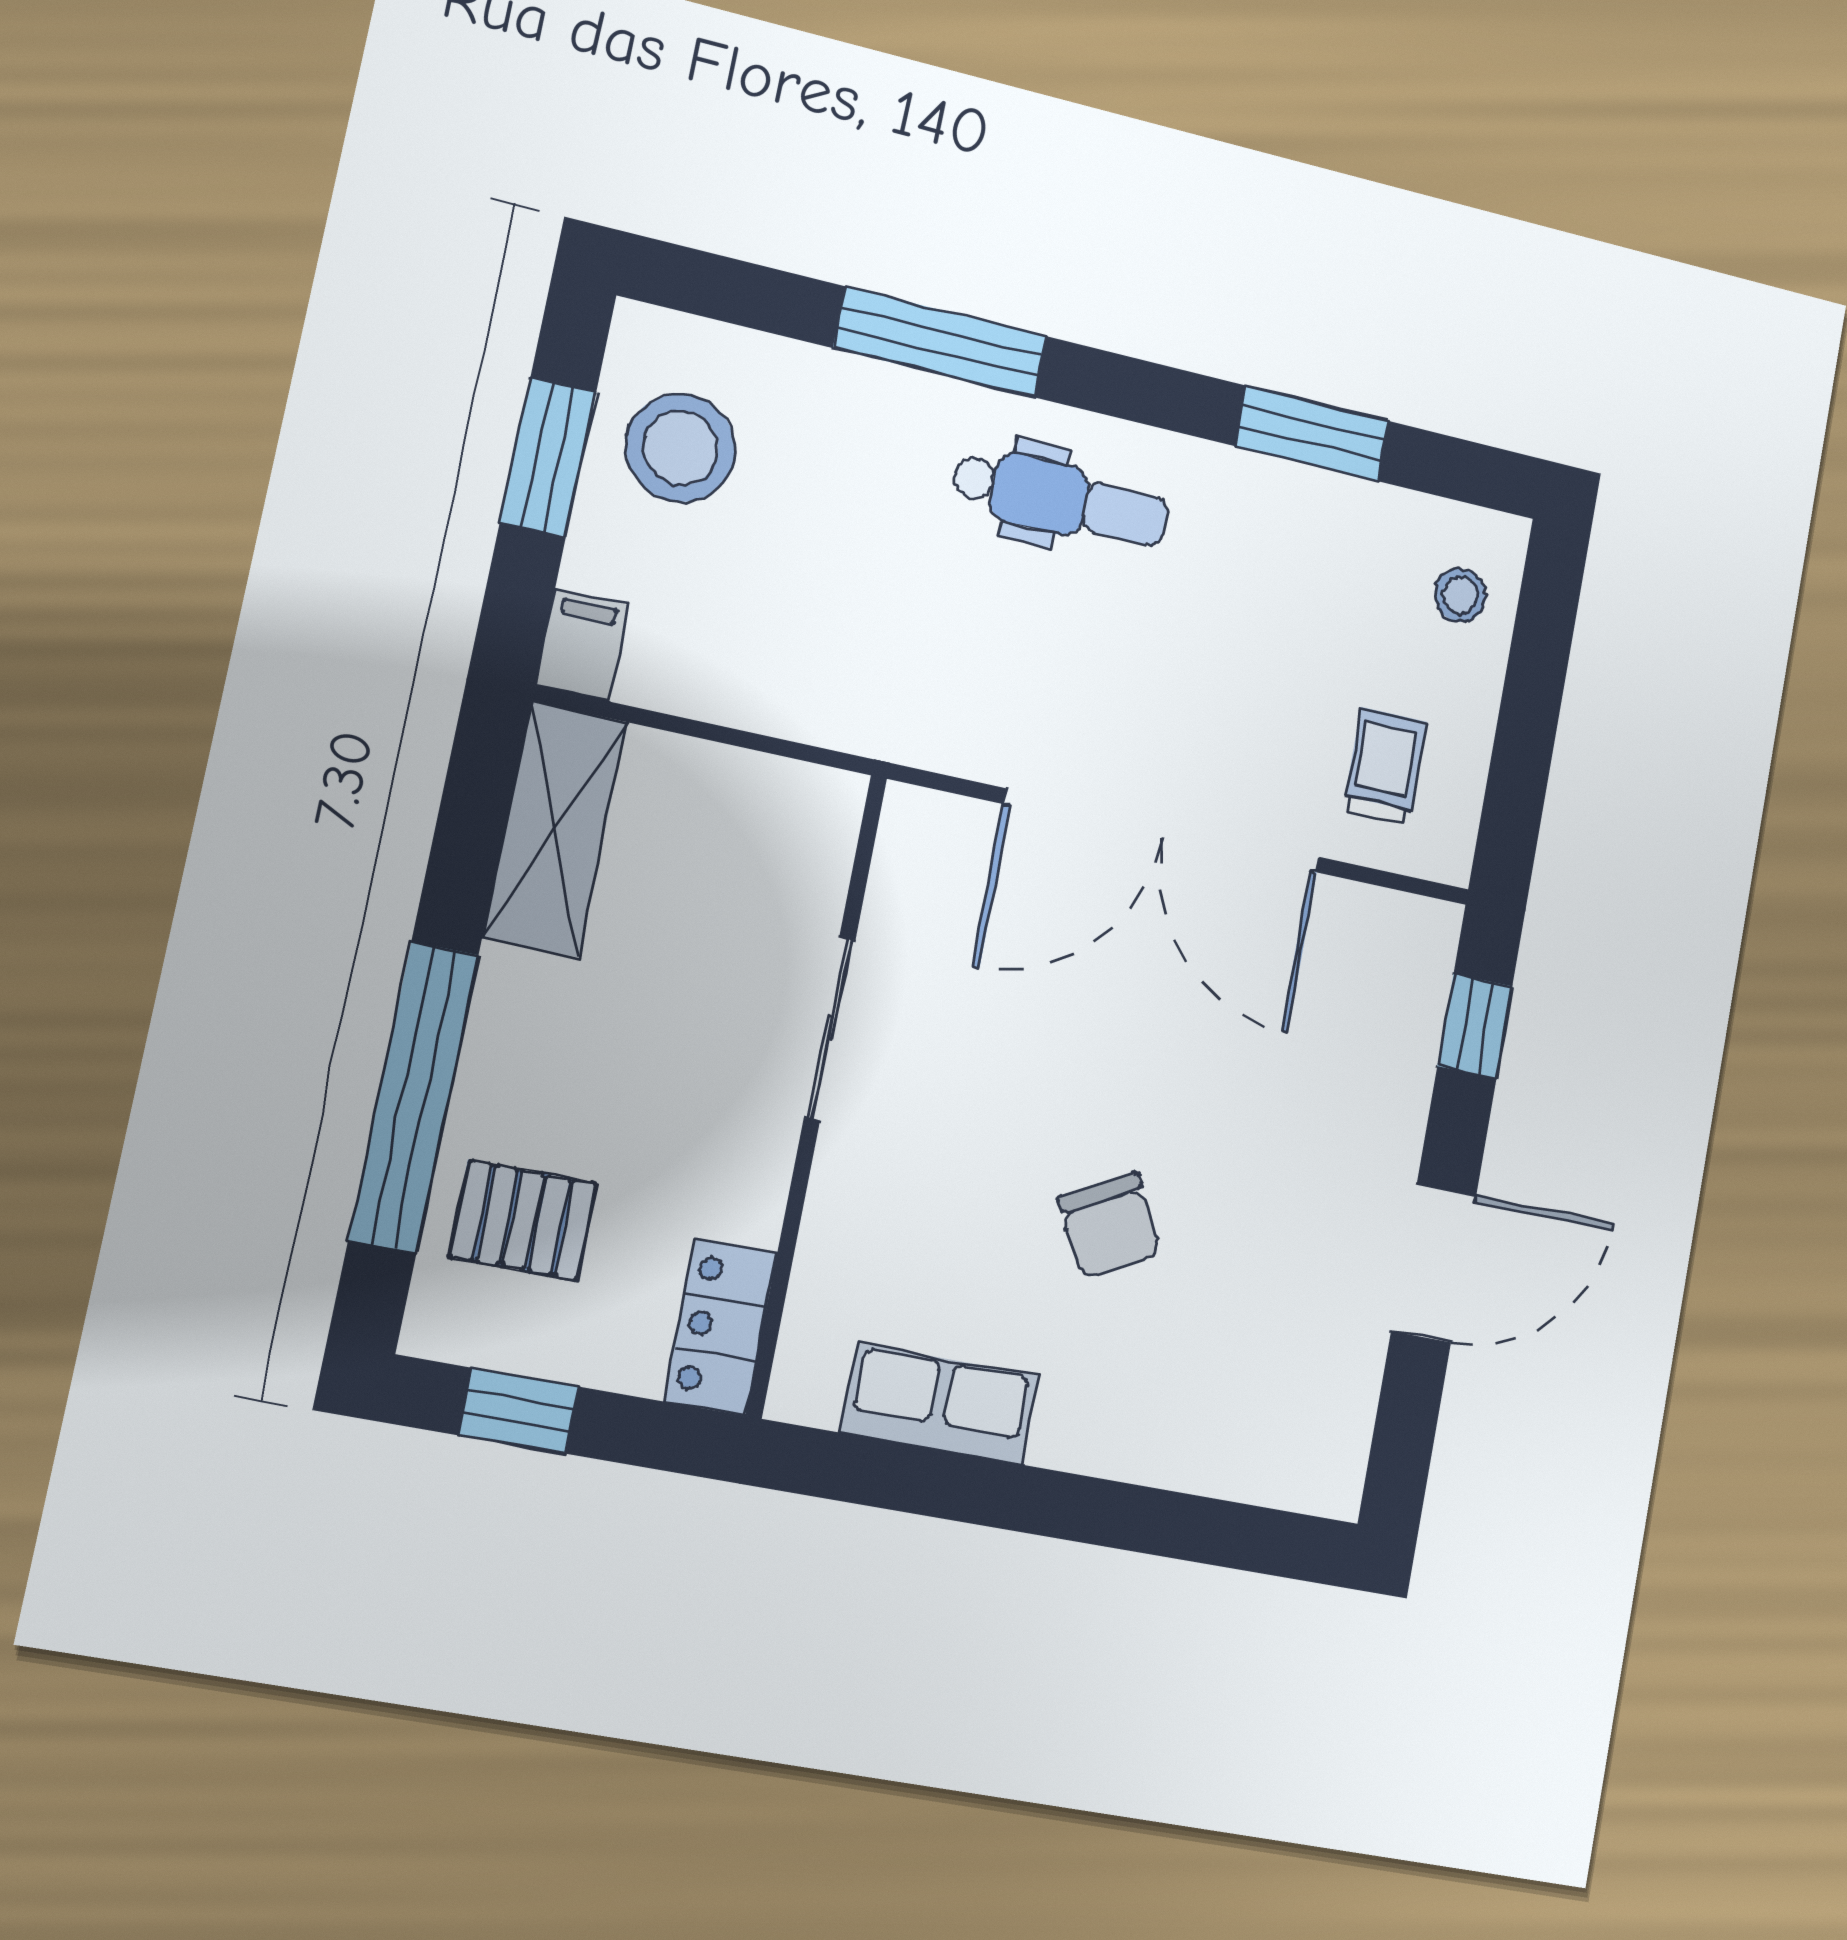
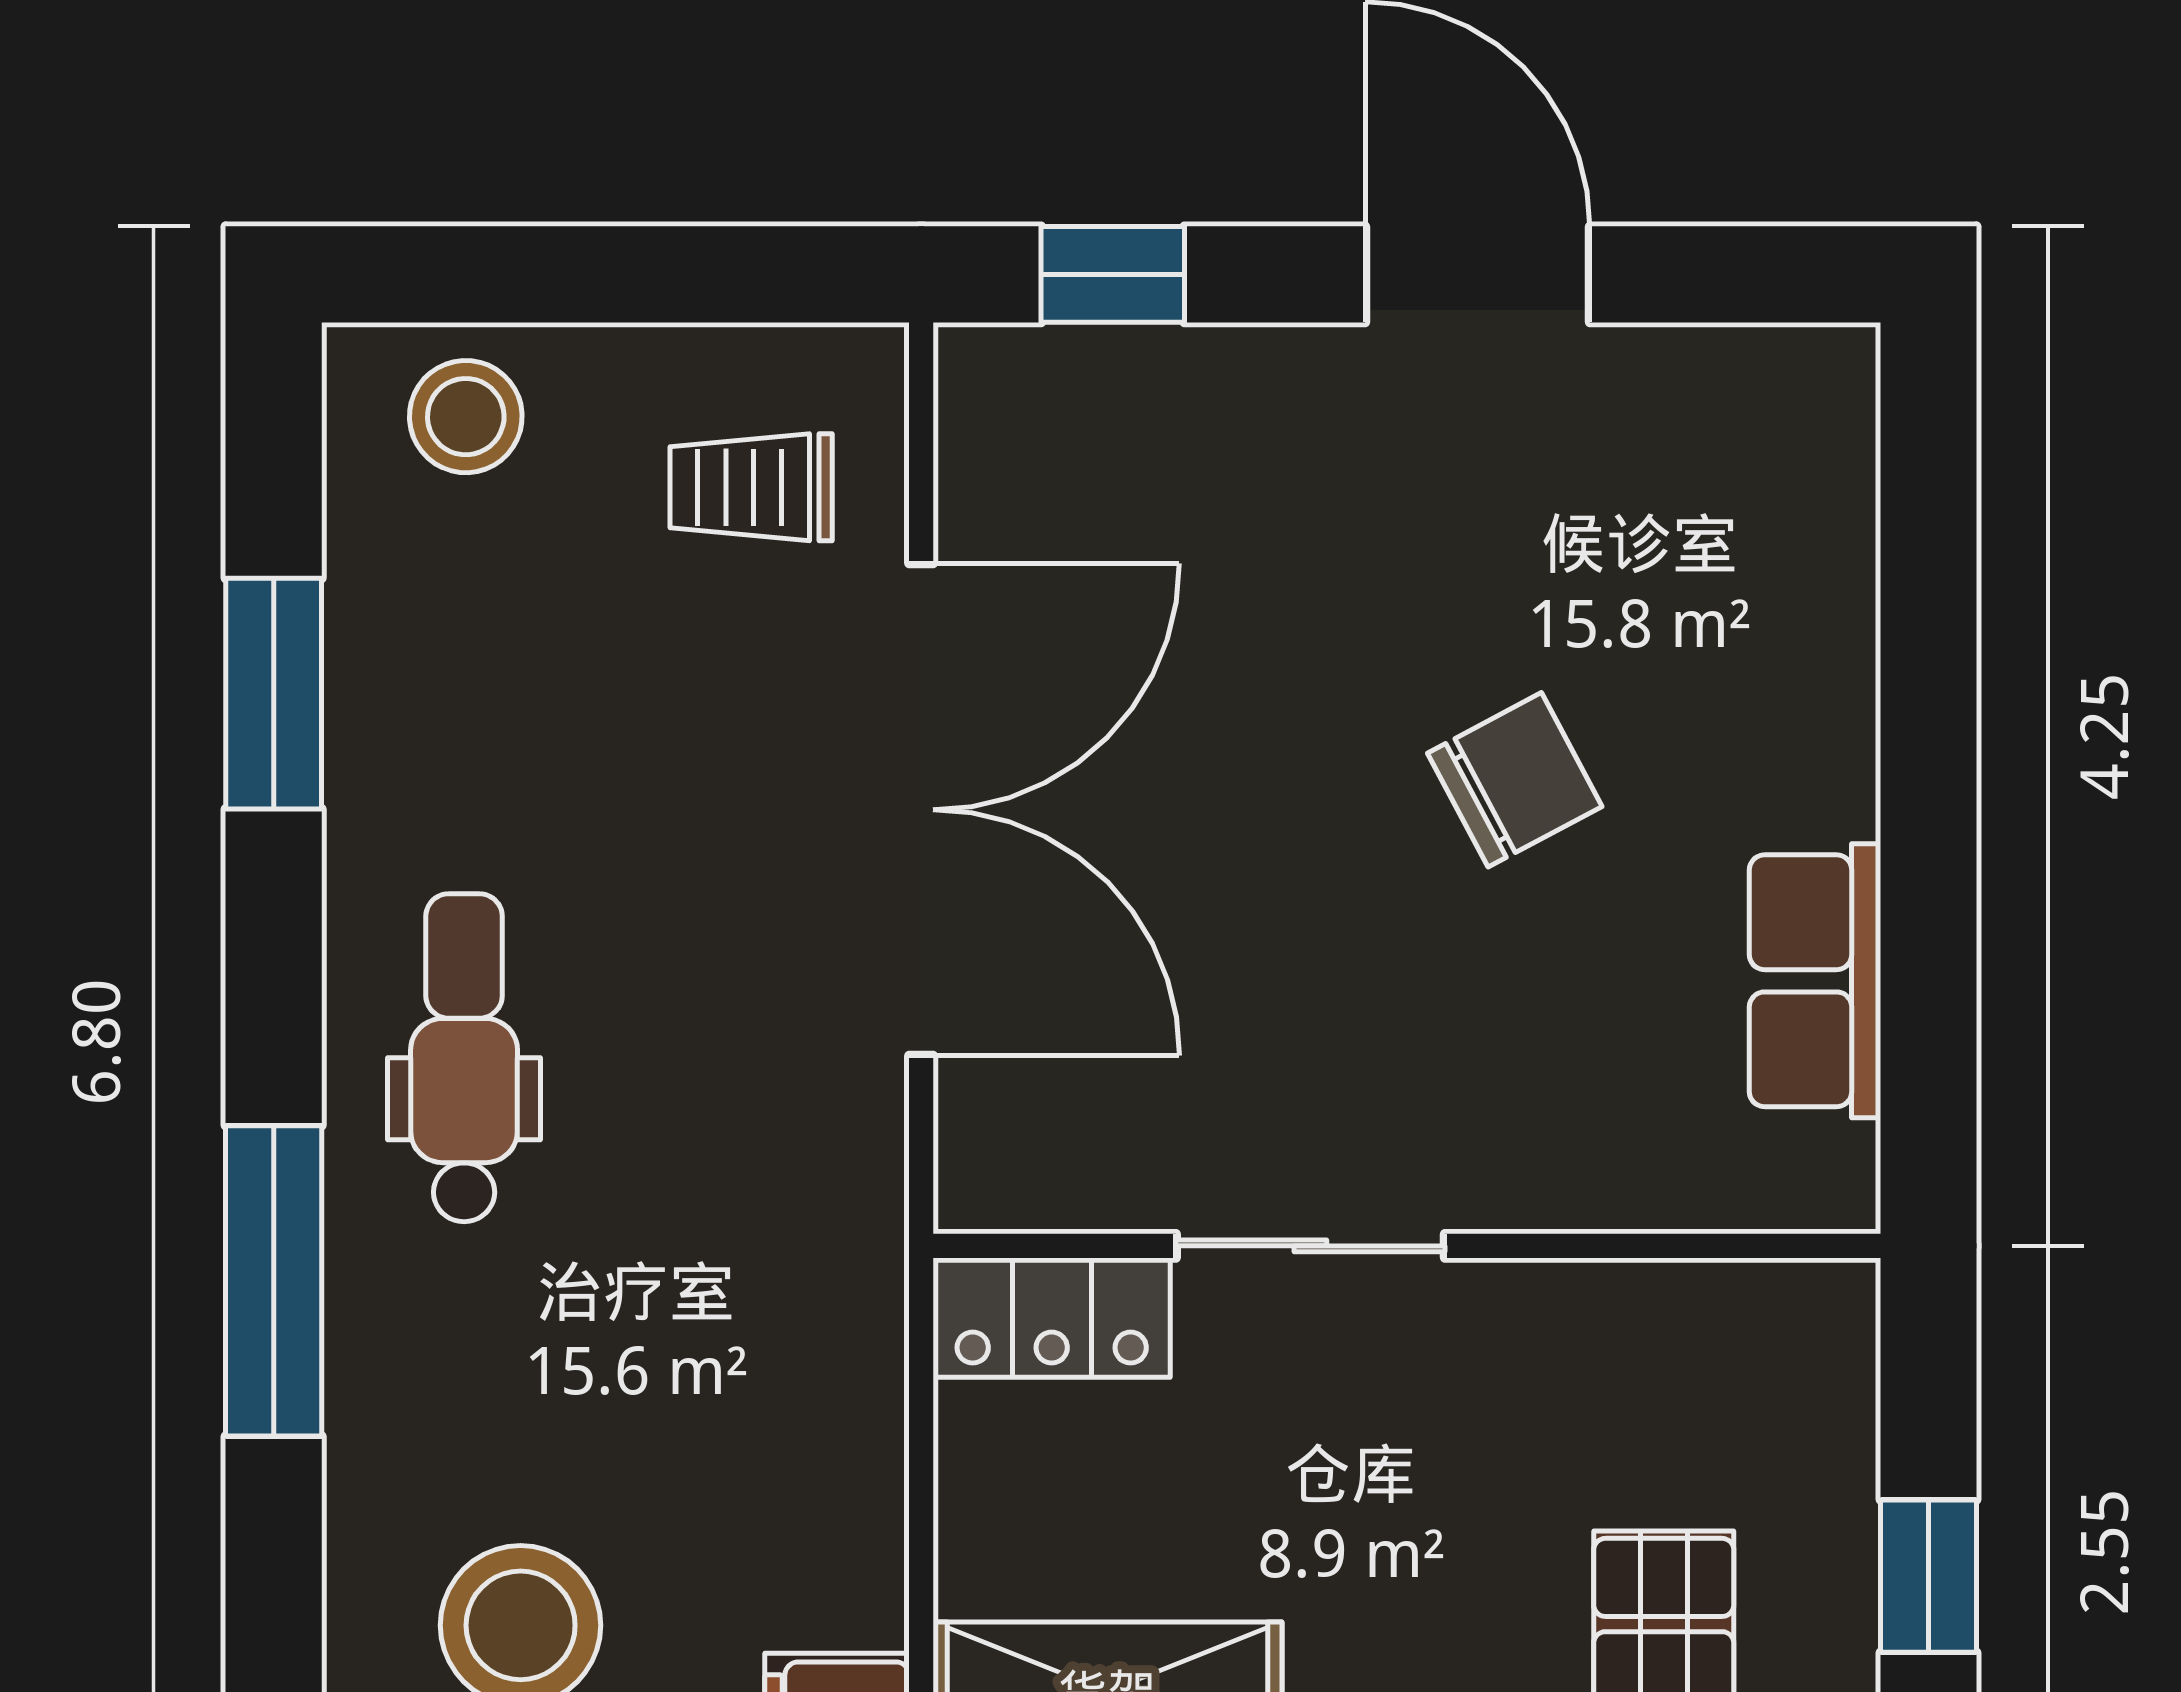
stool: (1460, 595) -> (466, 417), width x1.37, depth x1.37
locker: (721, 1327) -> (1052, 1318), moved

